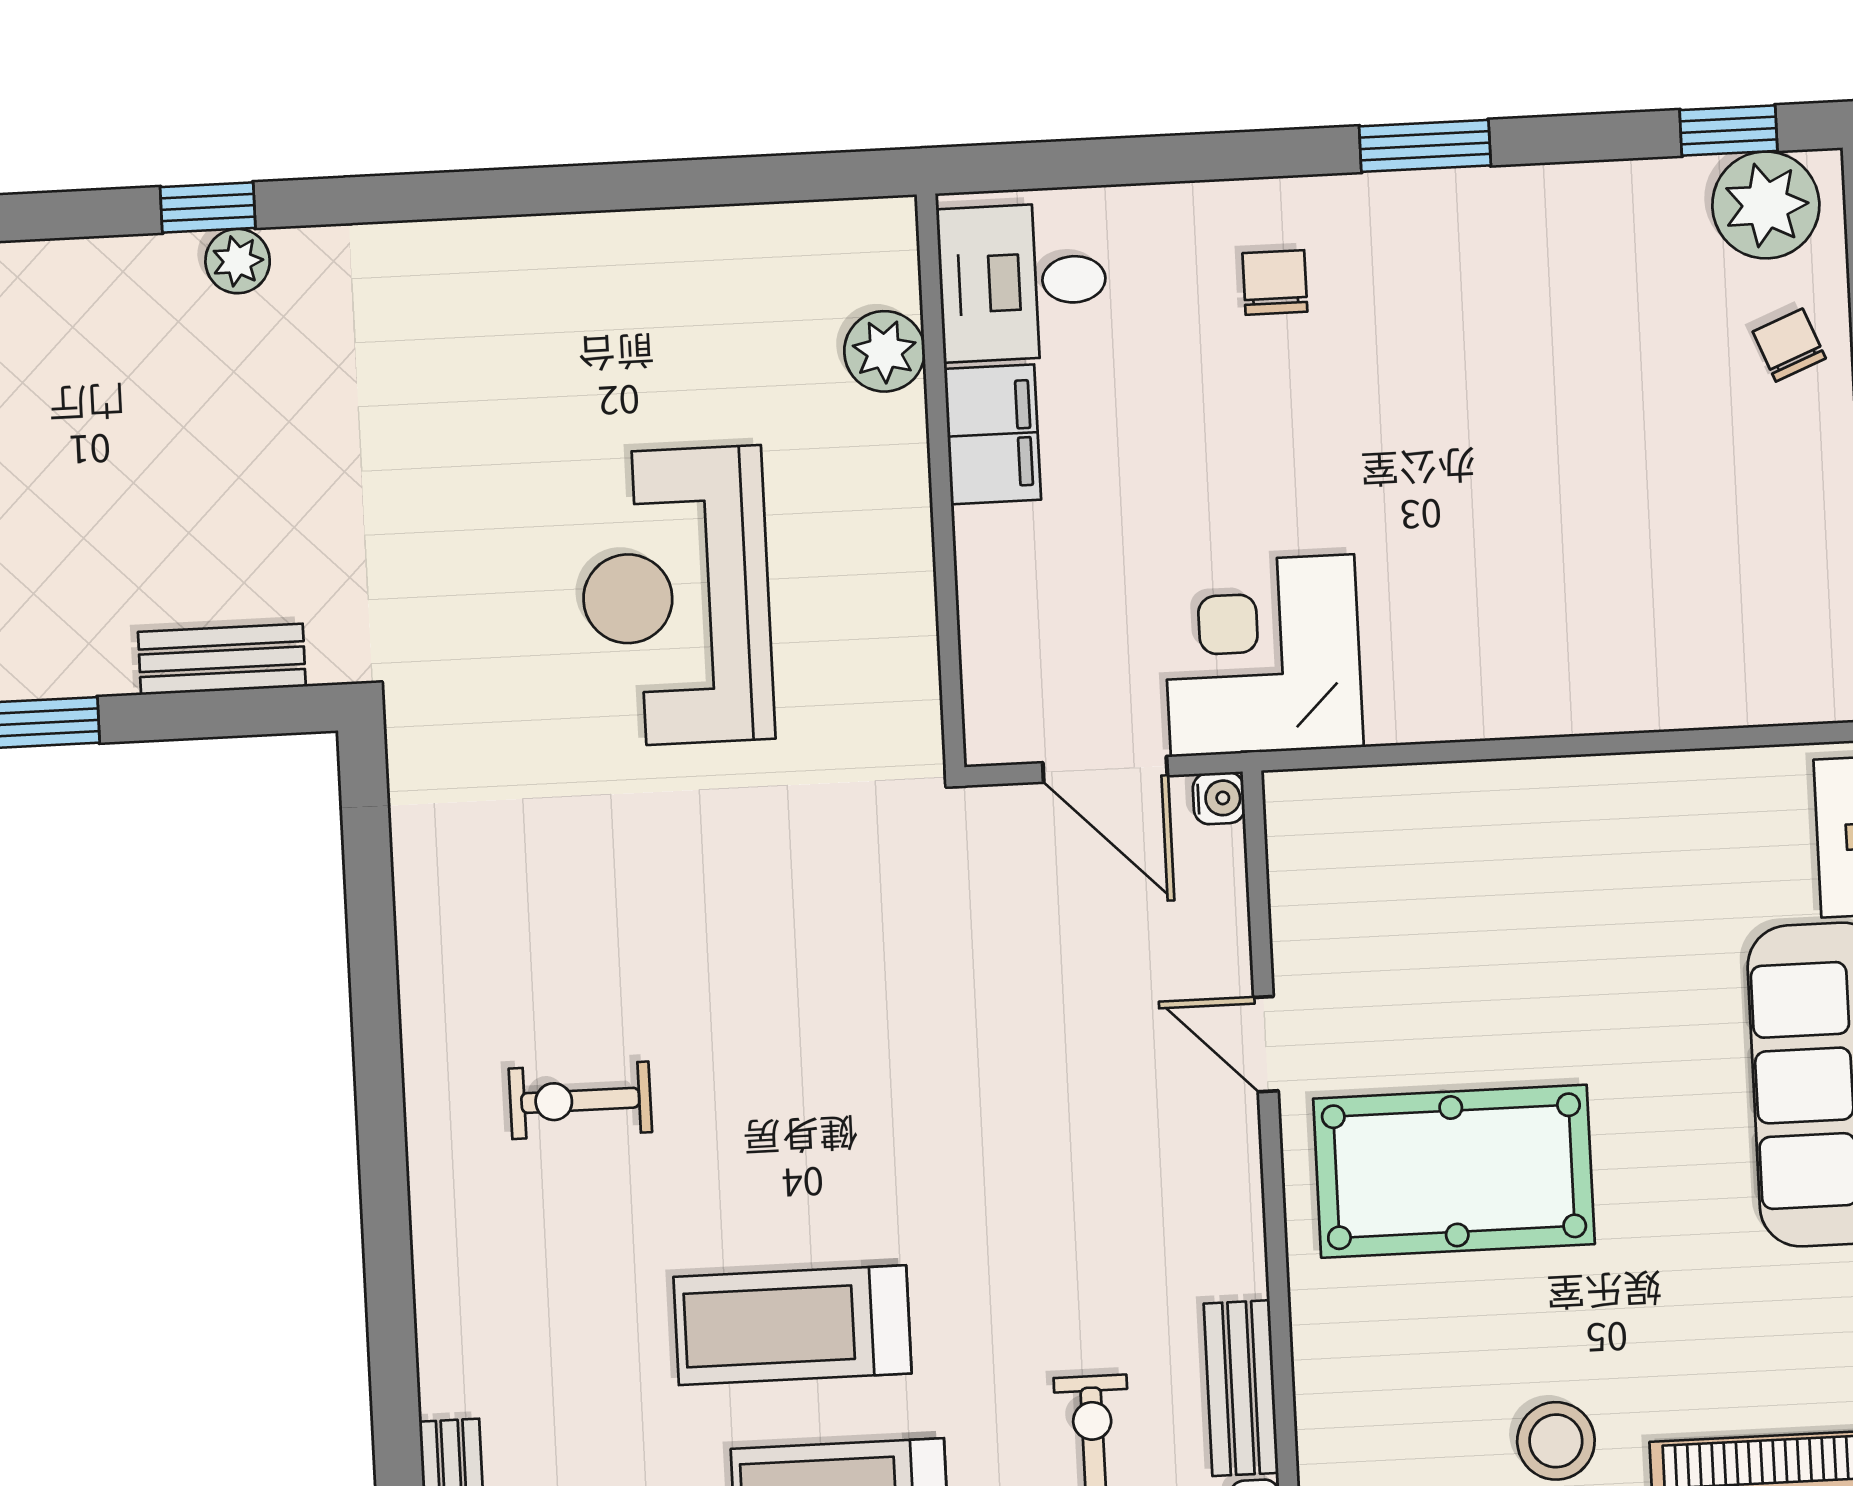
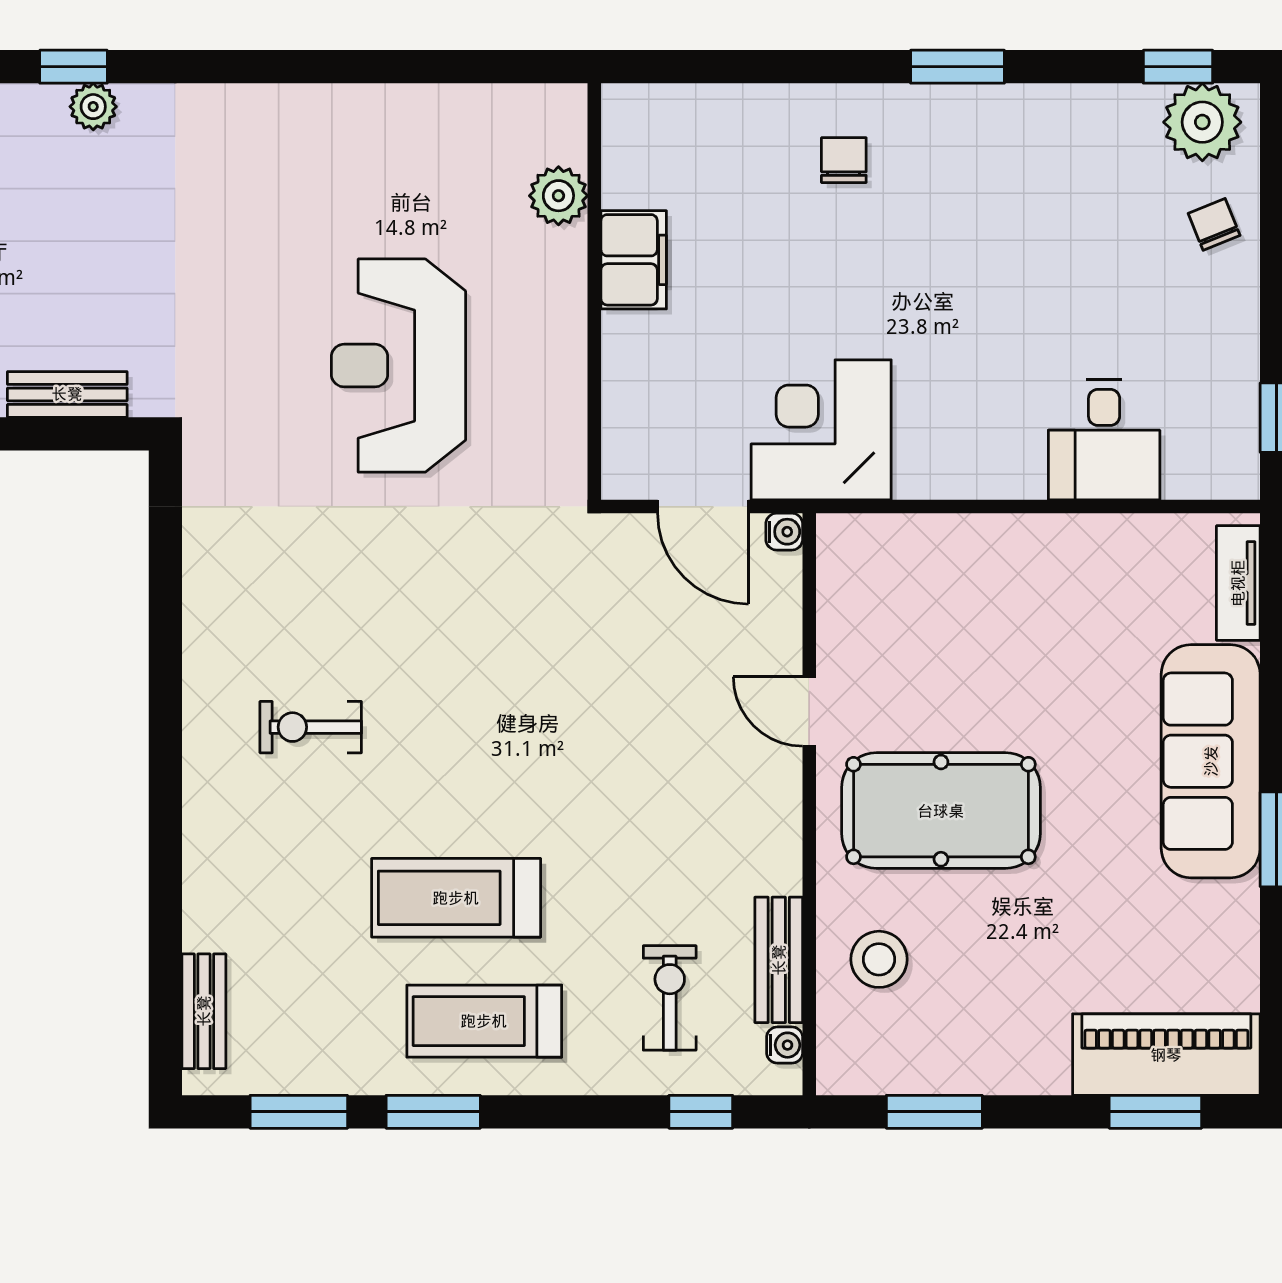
desk: (1023, 282) -> (1104, 440), moved, turned -90
stool: (1556, 1441) -> (879, 959), moved

